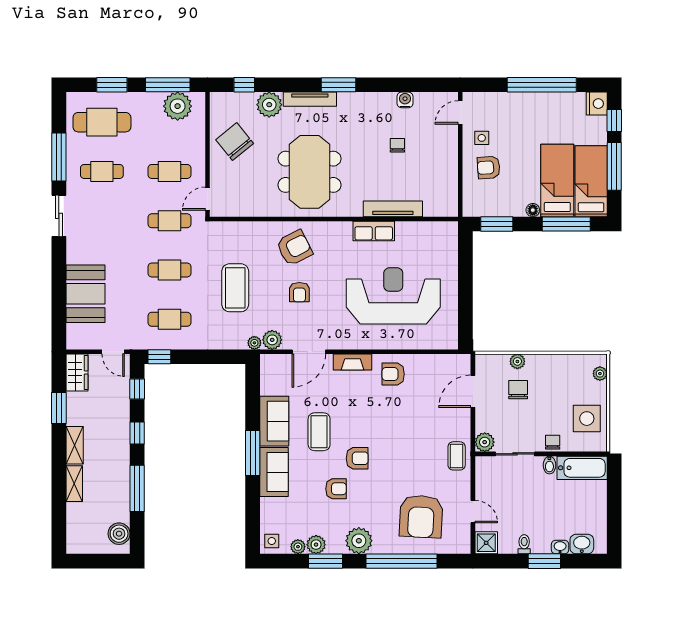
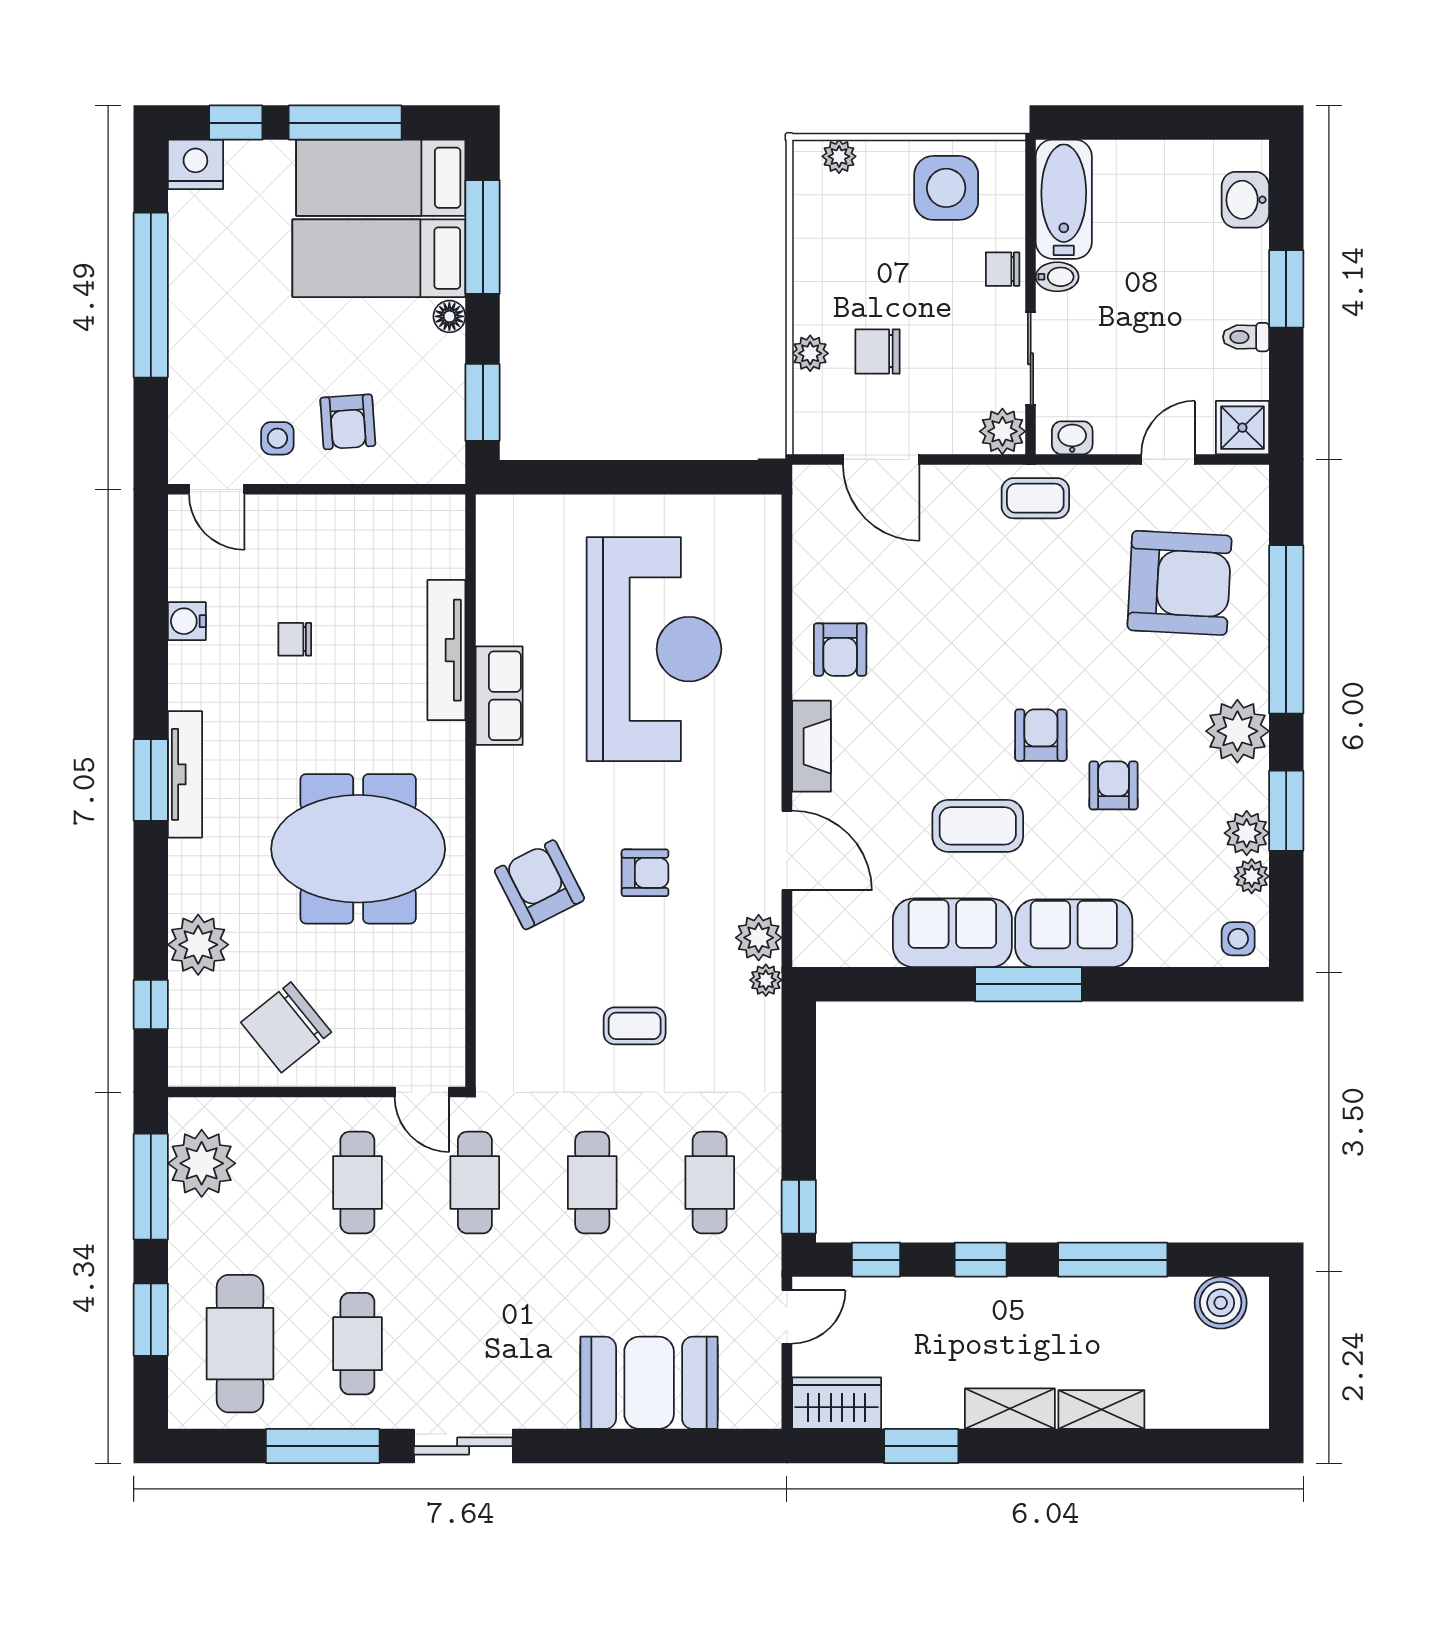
tv unit: (310, 99) -> (185, 774), moved
coffee table: (235, 288) -> (635, 1026), width x0.54, depth x0.58
reception desk: (393, 296) -> (654, 649), turned 180
washbasin: (560, 547) -> (1072, 438), moved, turned 90

